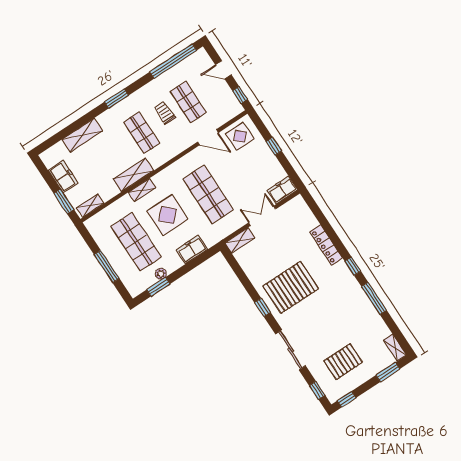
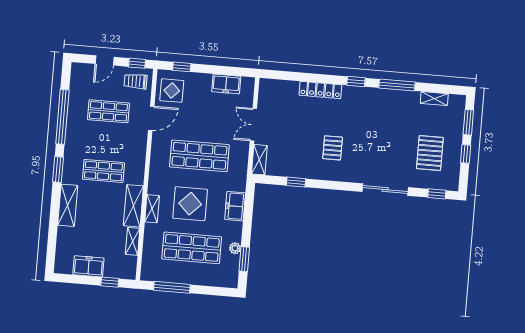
window: (173, 61) -> (62, 117), moved
trolley: (165, 113) -> (136, 81), moved
shelving: (82, 135) -> (68, 205), moved
window: (274, 146) -> (182, 67), moved
freezer: (282, 190) -> (226, 84), moved, turned -90
window: (64, 201) -> (110, 282), width x0.67
shelving: (90, 206) -> (133, 241), moved
window: (107, 266) -> (172, 287), moved
pallet: (291, 287) -> (333, 148), width x0.49, depth x0.50
window: (263, 308) -> (296, 182), moved
shelving: (395, 347) -> (434, 99), moved
window: (347, 399) -> (466, 154), moved

